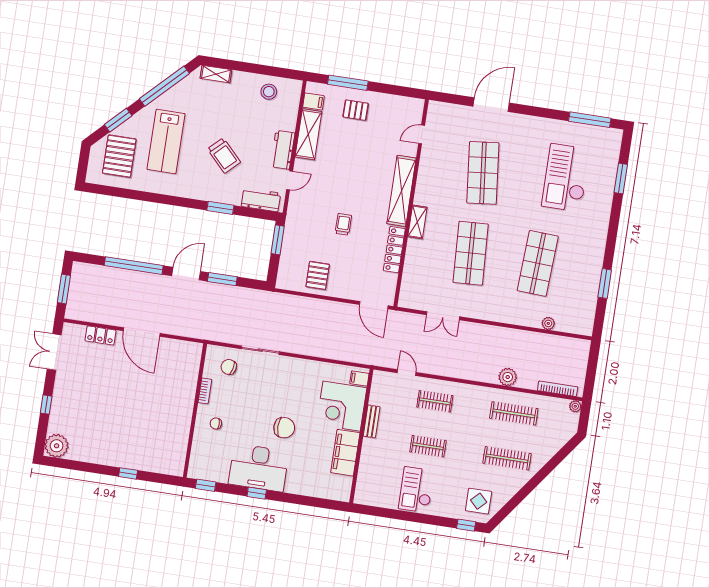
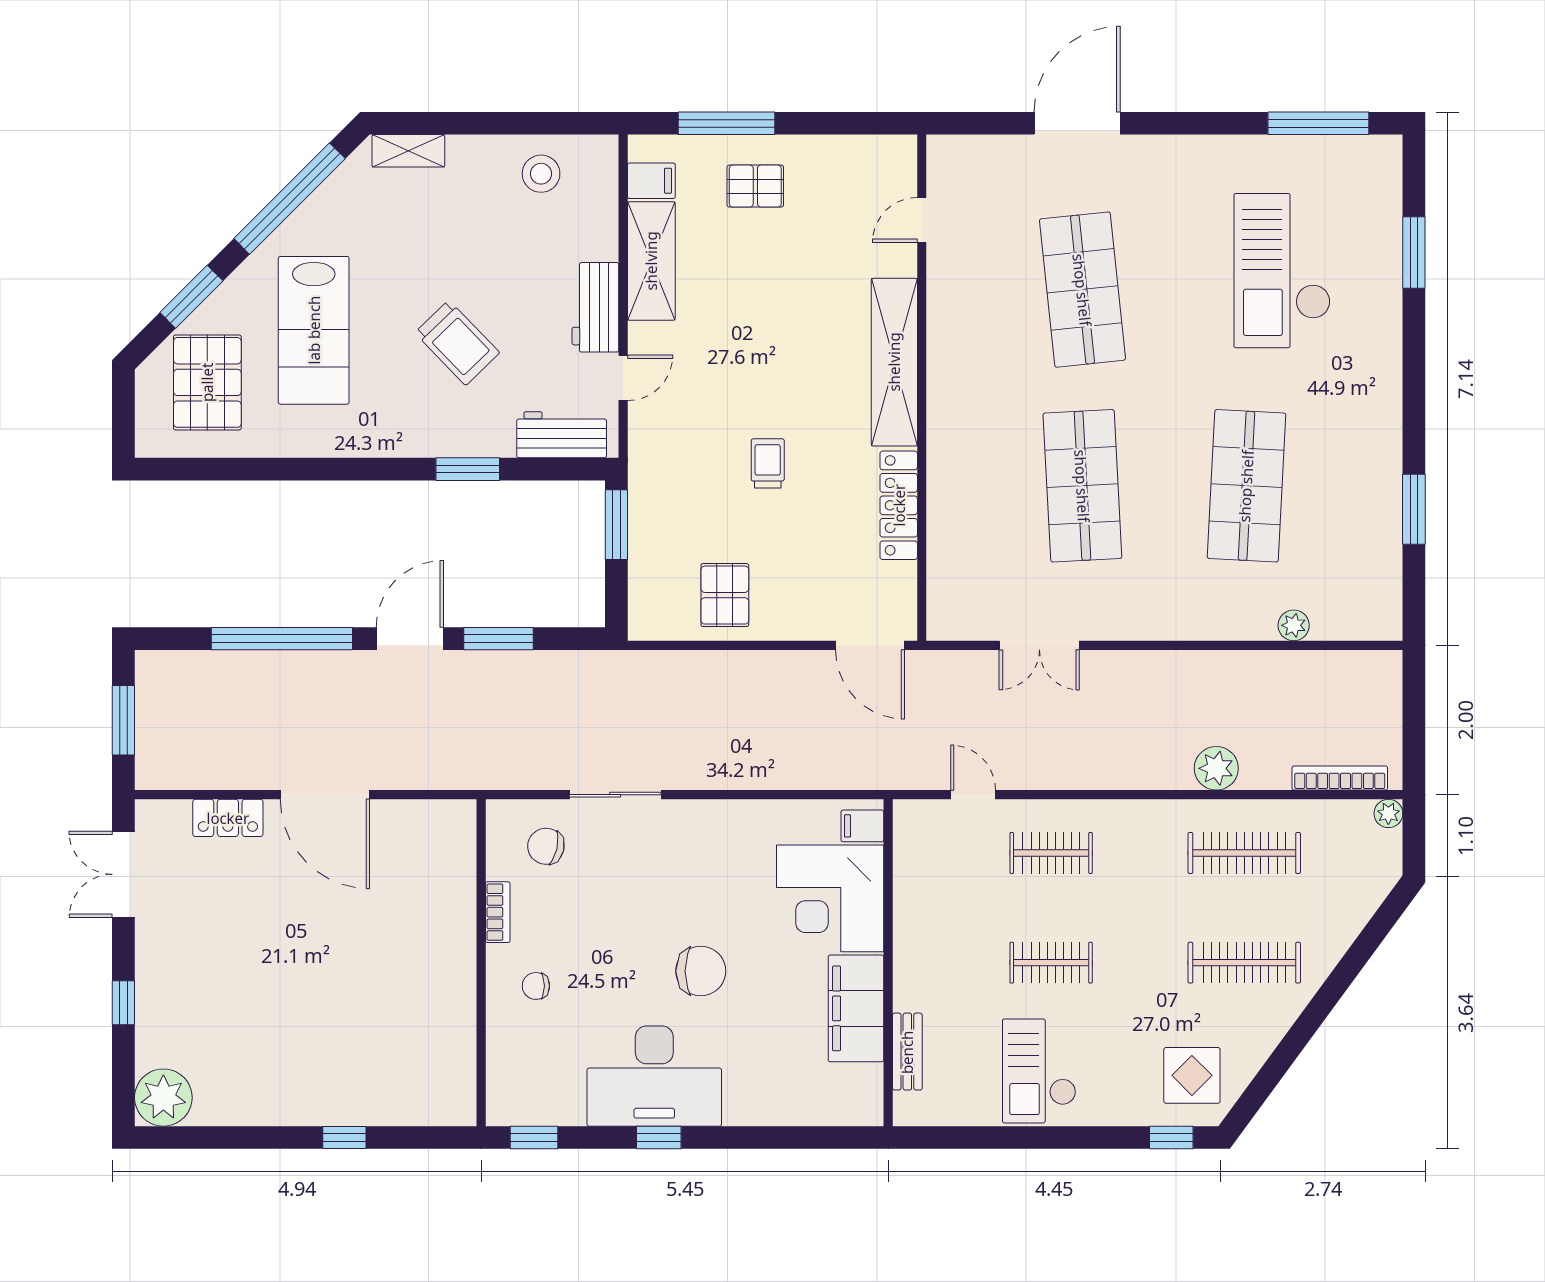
shelving: (417, 222) -> (944, 431), removed
bench: (372, 421) -> (907, 1052), moved

